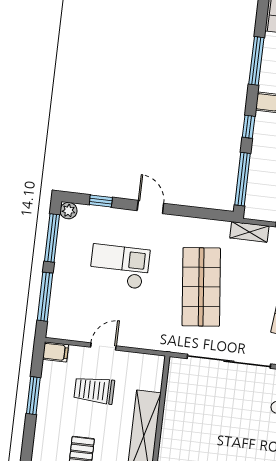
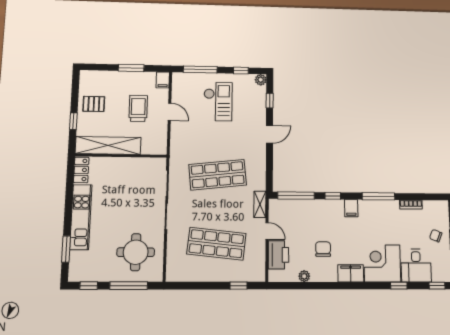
window: (52, 238) -> (241, 71), width x0.46
checkout: (120, 267) -> (218, 102), moved

